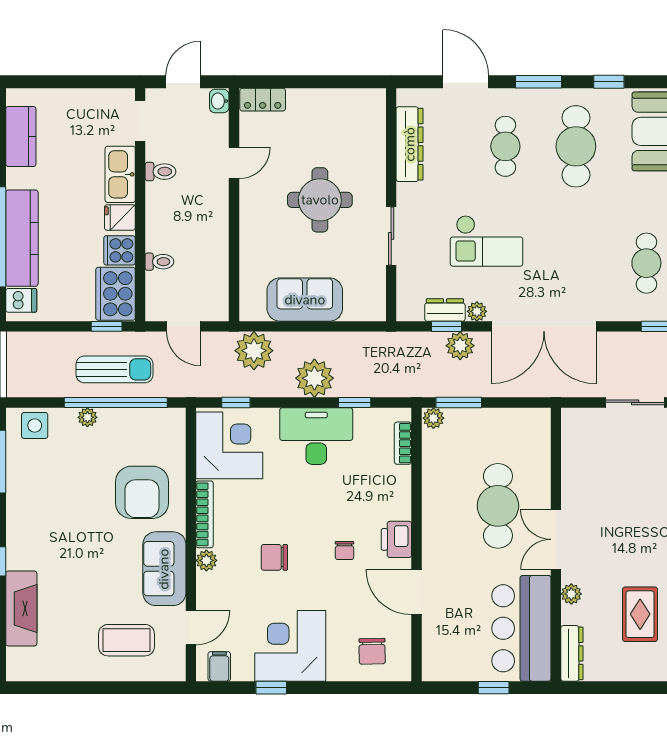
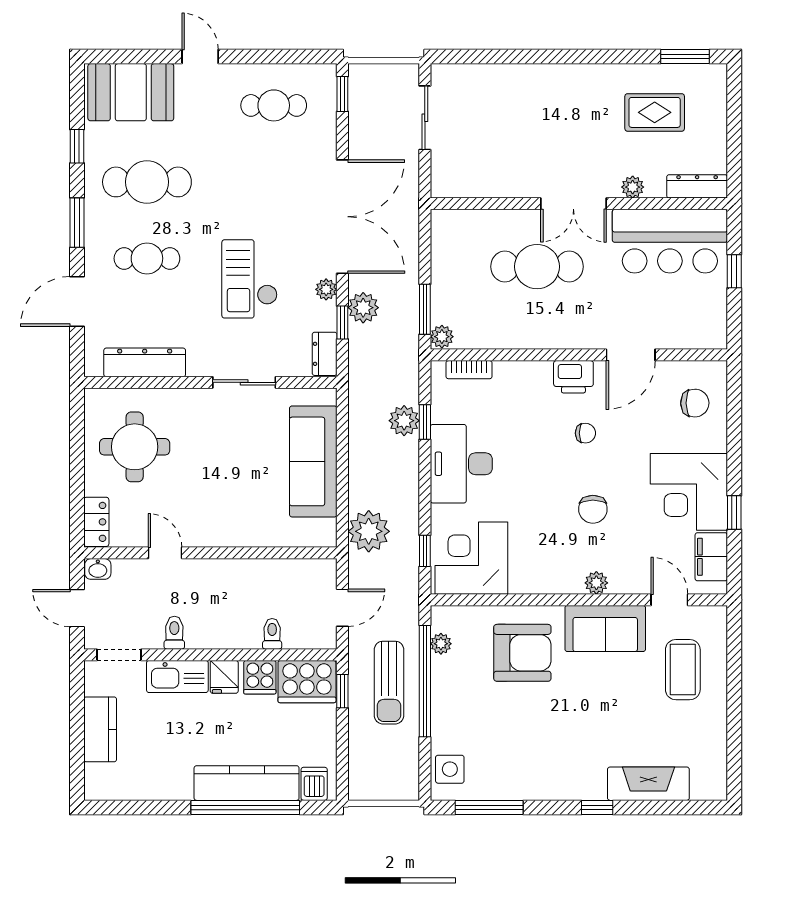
kitchen counter: (21, 136) -> (100, 729), moved, turned 90
round table: (320, 200) -> (135, 447), moved
checkout: (487, 241) -> (250, 279), turned 180
sofa: (305, 300) -> (313, 461), width x1.36
dresser: (445, 310) -> (325, 354), moved
sun lounger: (115, 369) -> (389, 683), turned 180
plant: (314, 378) -> (404, 421), moved, width x0.73, depth x0.73
plant: (87, 417) -> (441, 644), moved
bookcase: (205, 514) -> (546, 585), removed
filing cabinet: (219, 666) -> (711, 557), width x2.00

